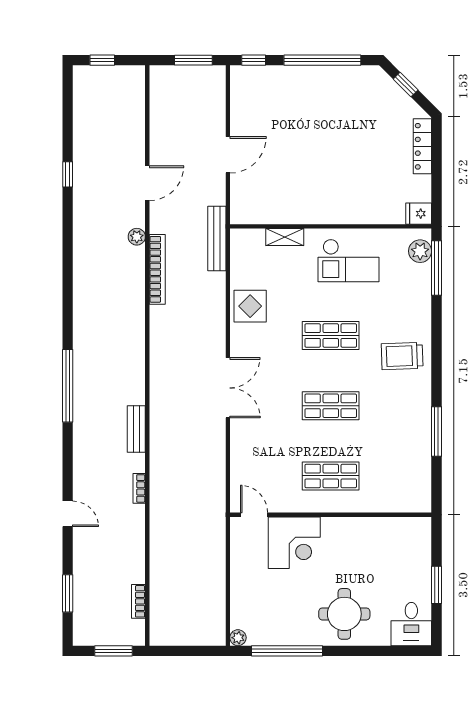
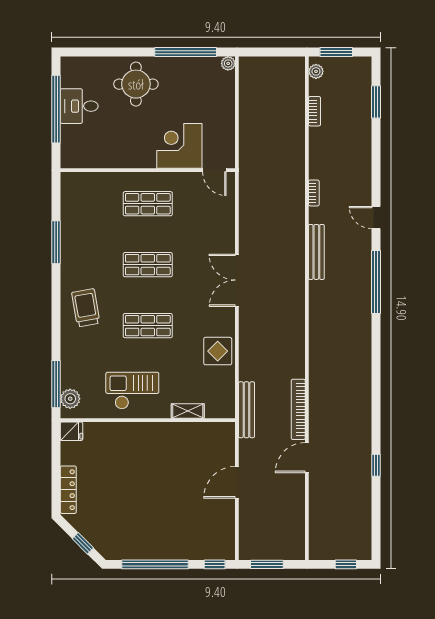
plant: (137, 237) -> (316, 71), moved
bookcase: (157, 269) -> (298, 409), moved
trolley: (402, 356) -> (86, 308), turned -98
bench: (136, 429) -> (316, 252), width x1.36
door: (68, 514) -> (376, 218), moved
window: (437, 585) -> (56, 109), width x2.11
bookcase: (138, 601) -> (315, 111), moved
desk: (411, 624) -> (79, 106), moved, turned -90

